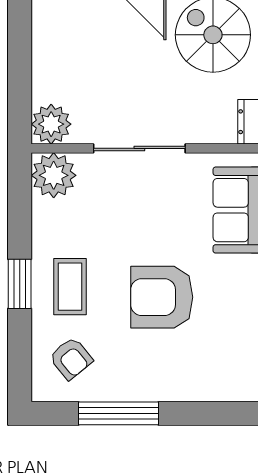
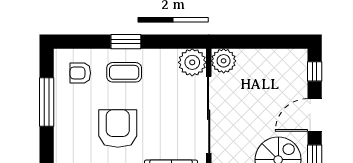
sliding door: (139, 148) -> (209, 115), width x1.36
armchair: (71, 358) -> (80, 73), turned 39

